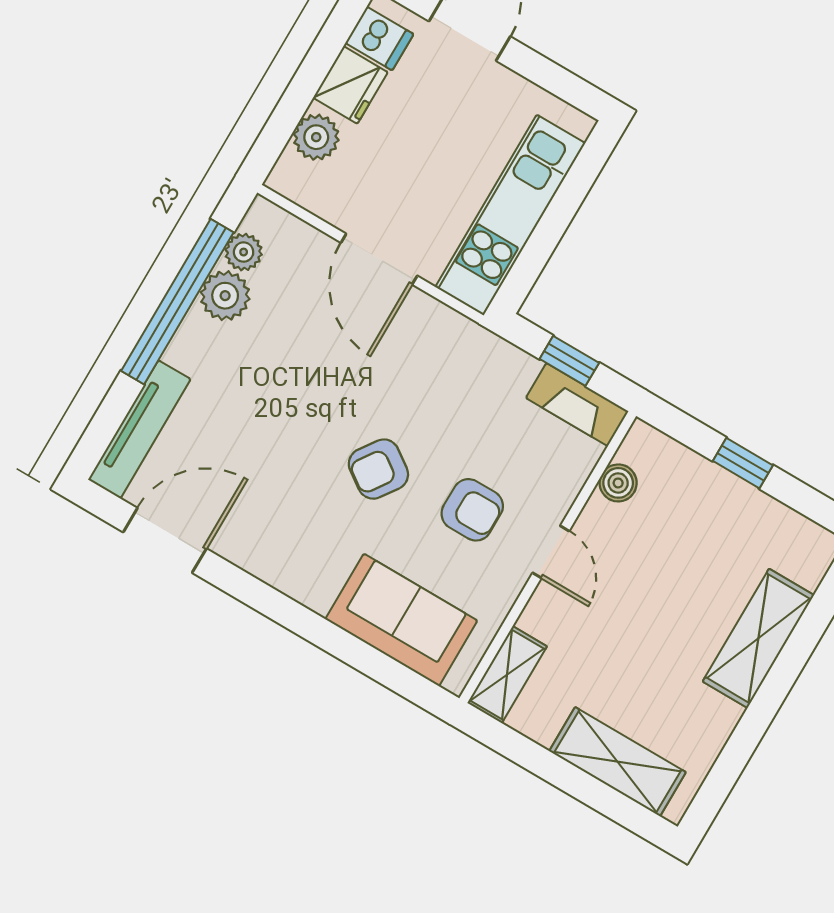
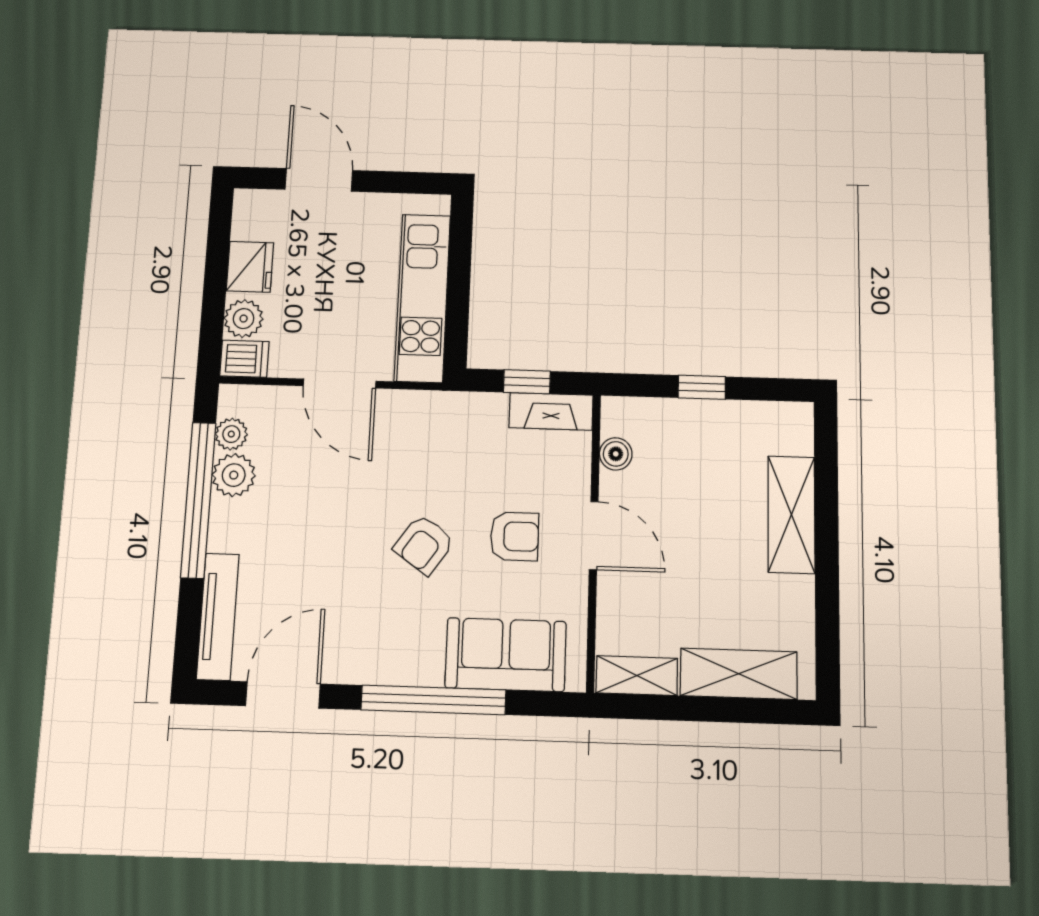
dishwasher: (379, 38) -> (244, 359), moved
door: (551, 552) -> (594, 536), width x1.38
window: (308, 625) -> (433, 700), added
shelving: (507, 675) -> (637, 676), moved, turned 90

